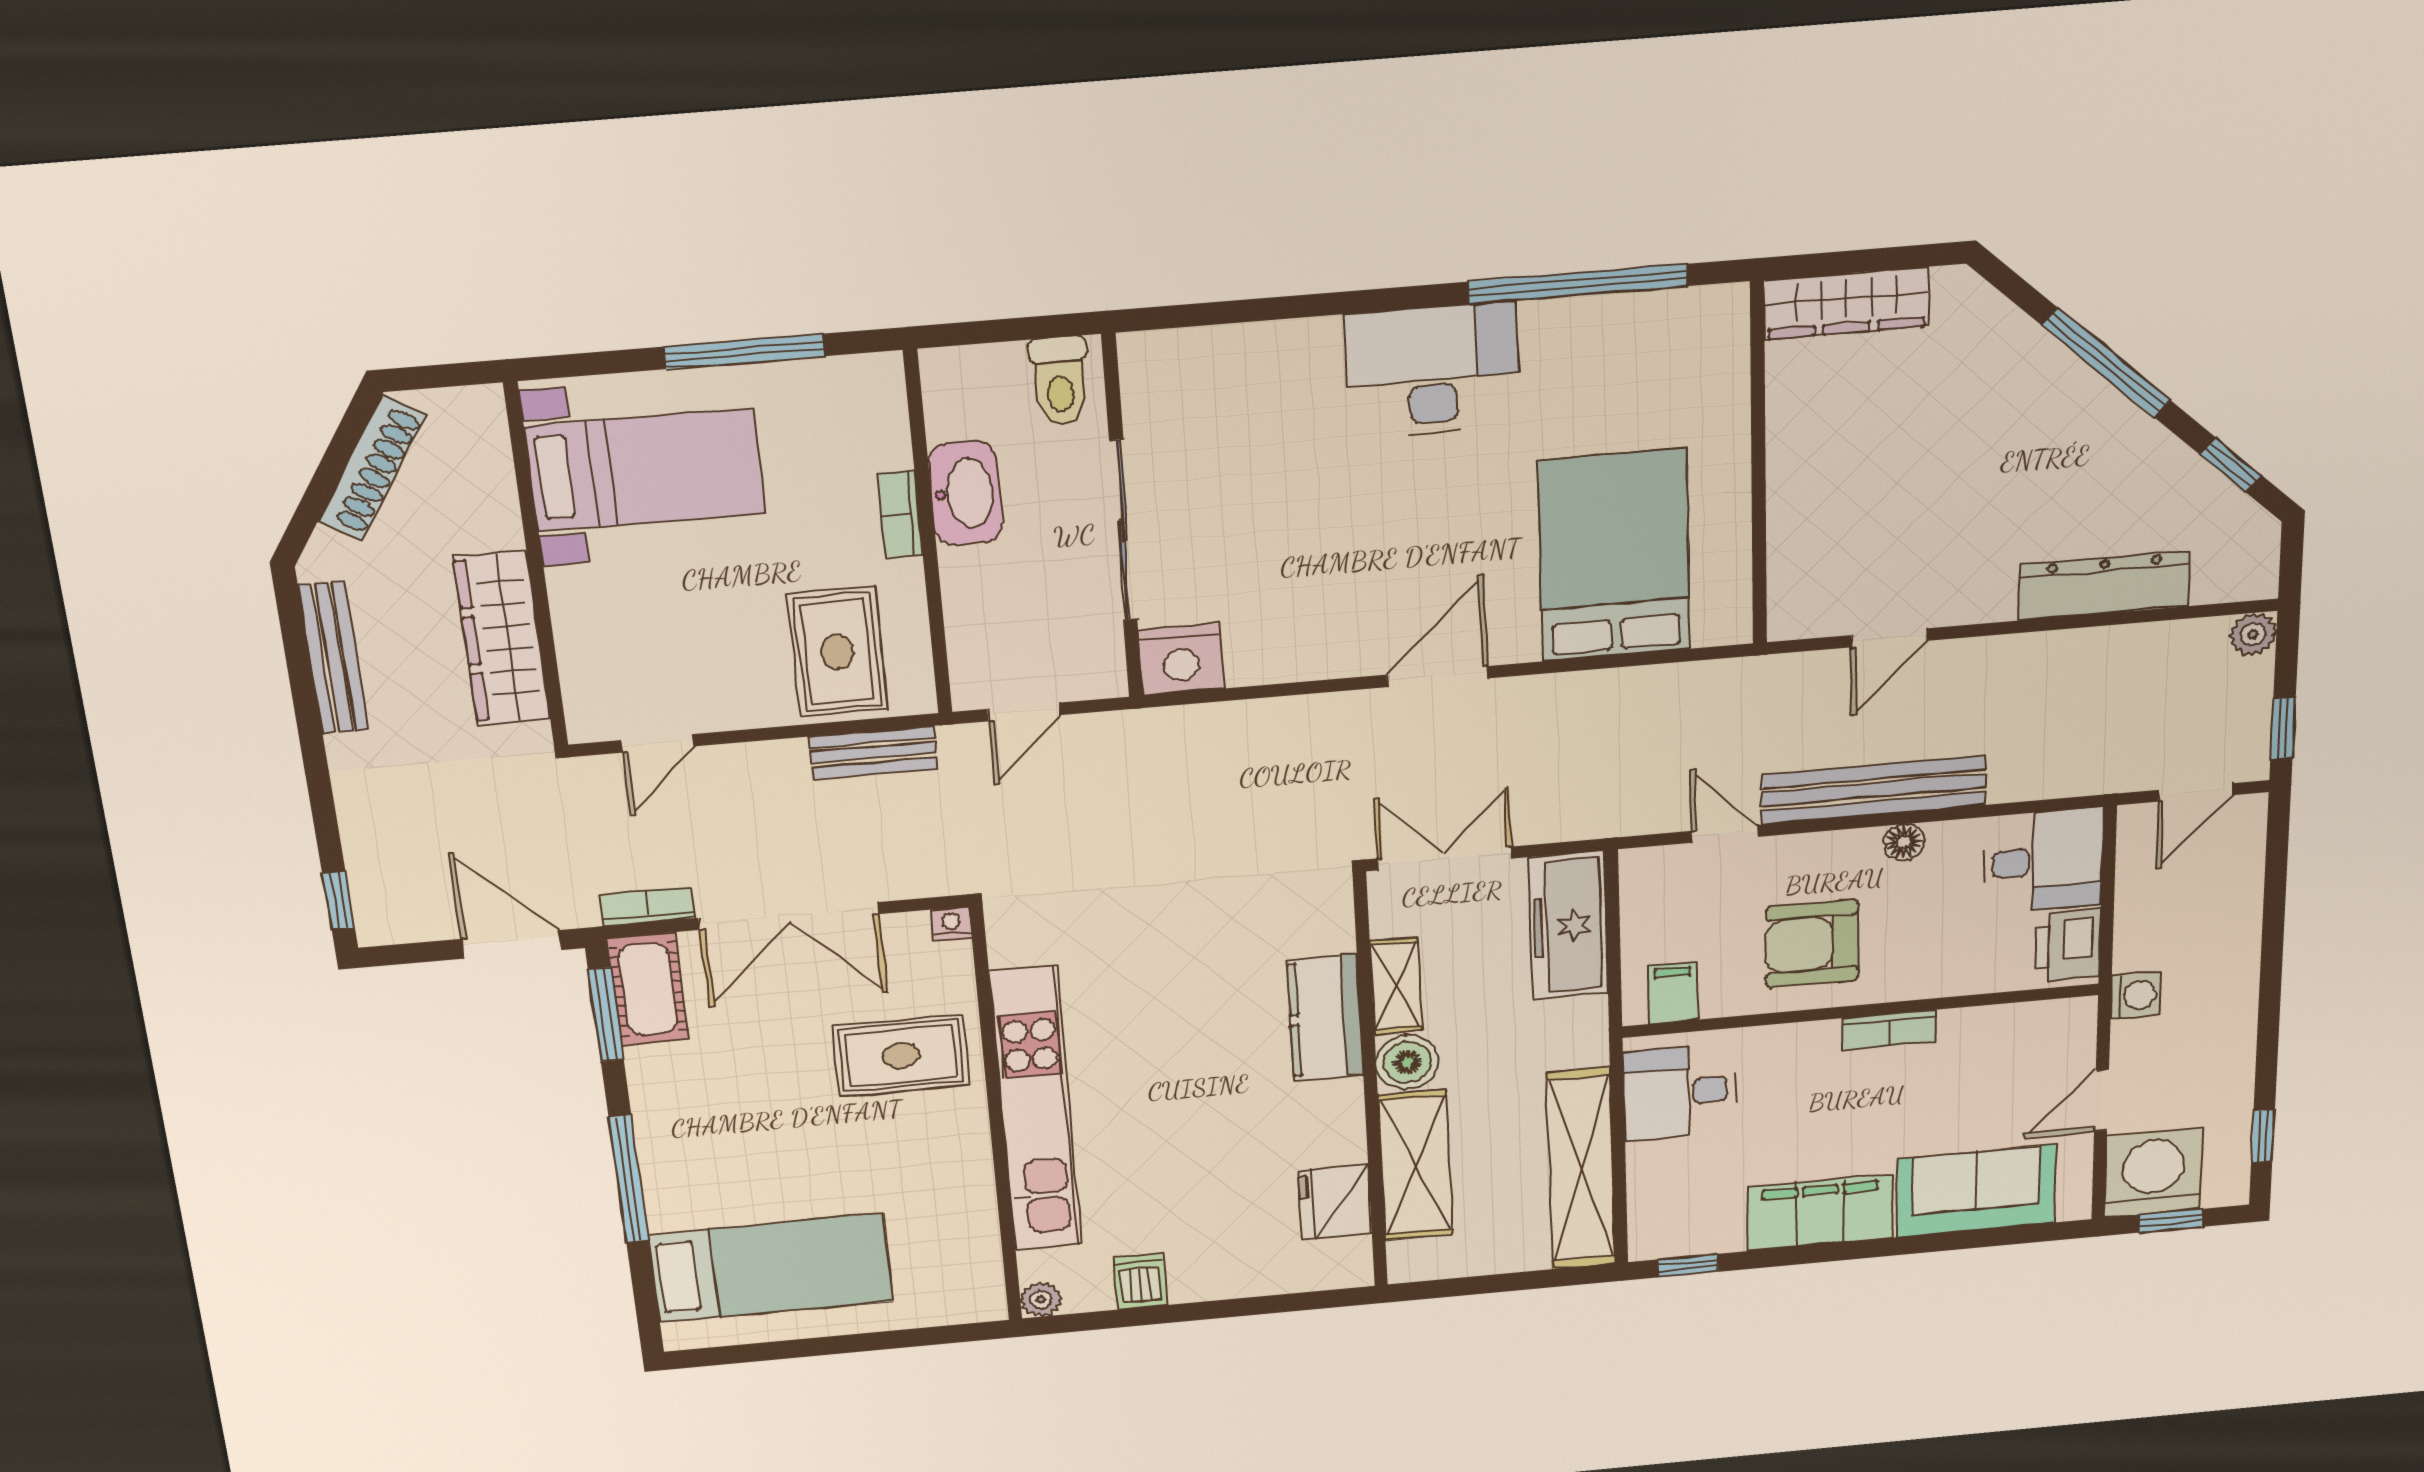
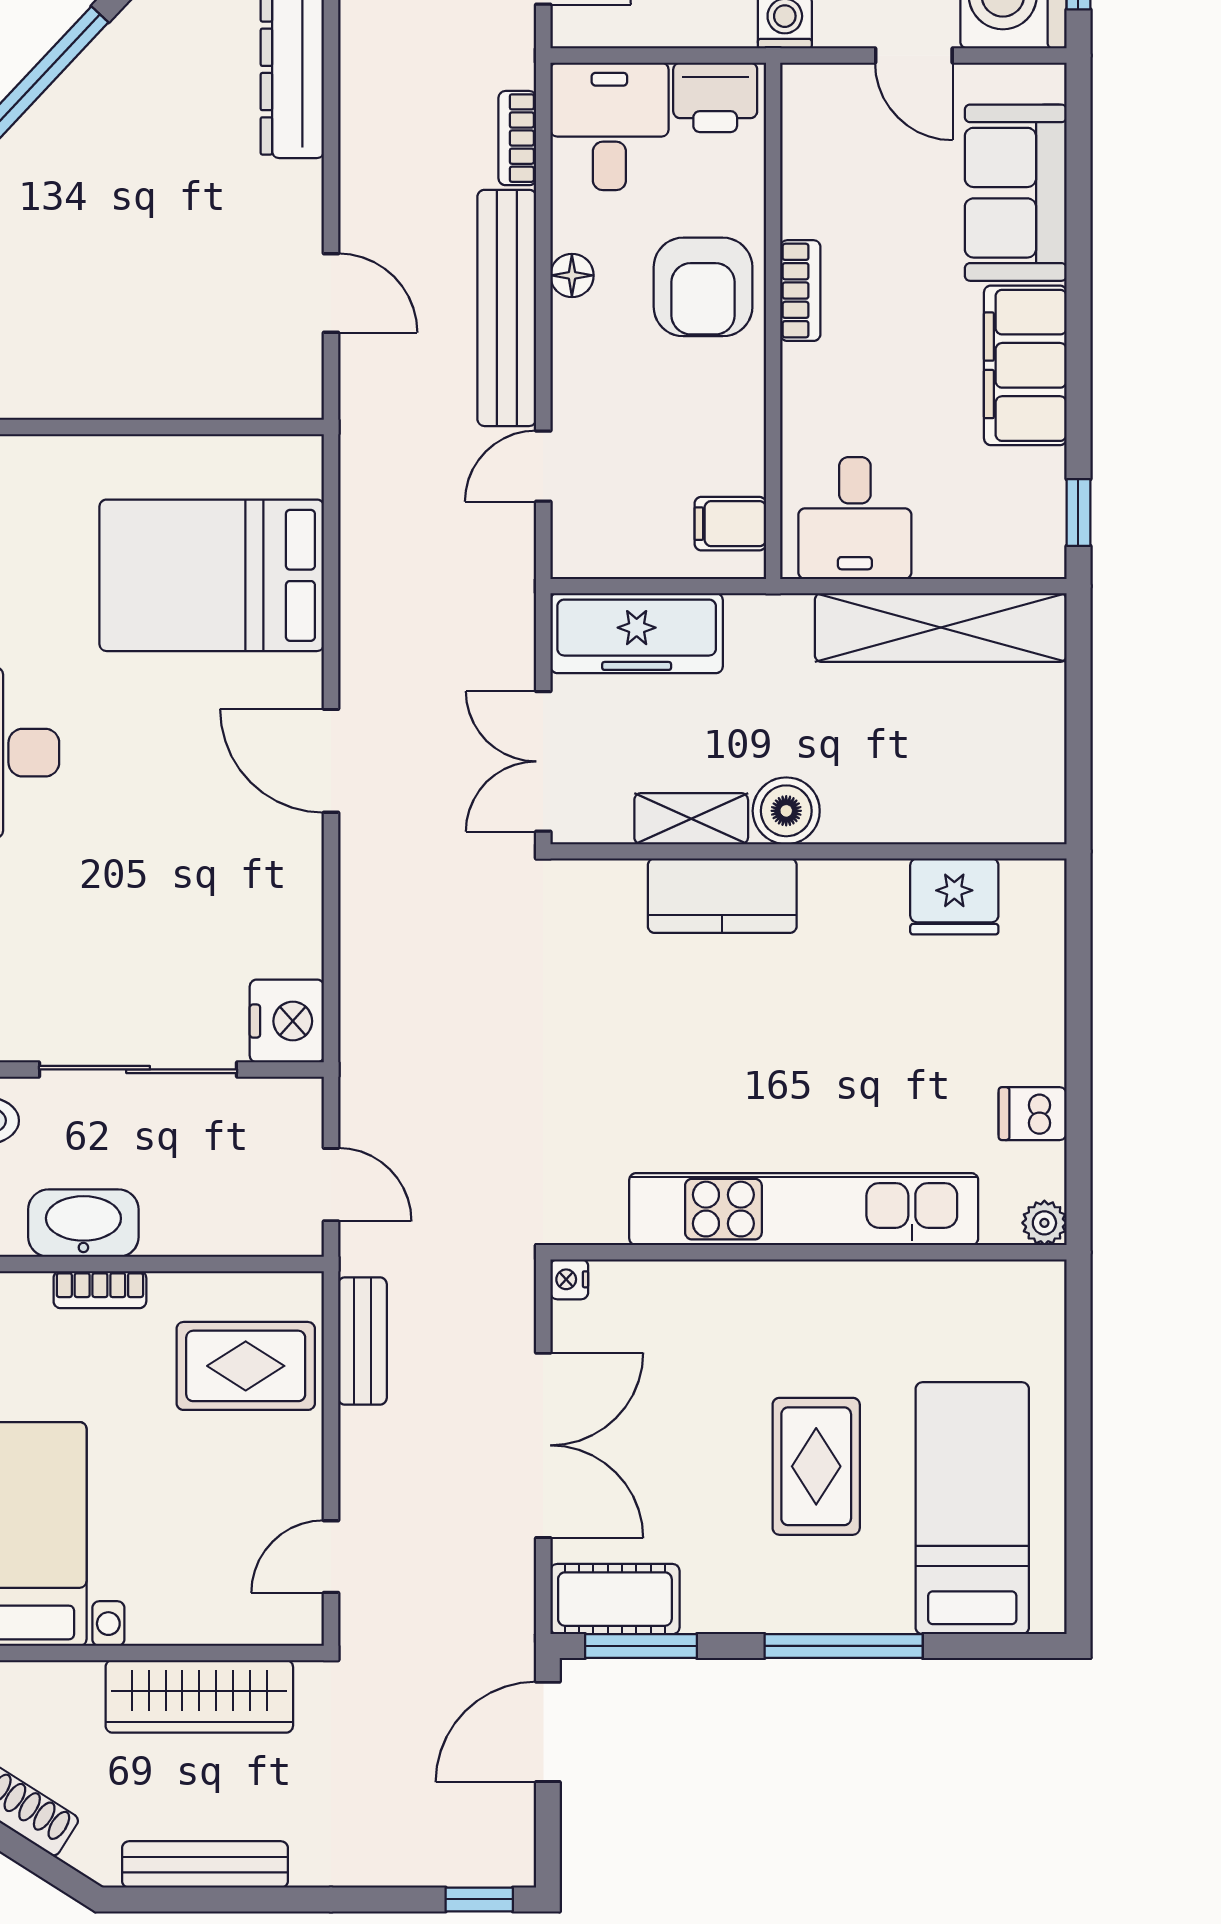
door: (657, 743) -> (331, 1557), swing flipped
bookcase: (647, 906) -> (517, 138), moved
armchair: (1812, 944) -> (703, 287), moved
rug: (901, 1056) -> (816, 1466), moved
shelving: (1416, 1165) -> (917, 807), removed

